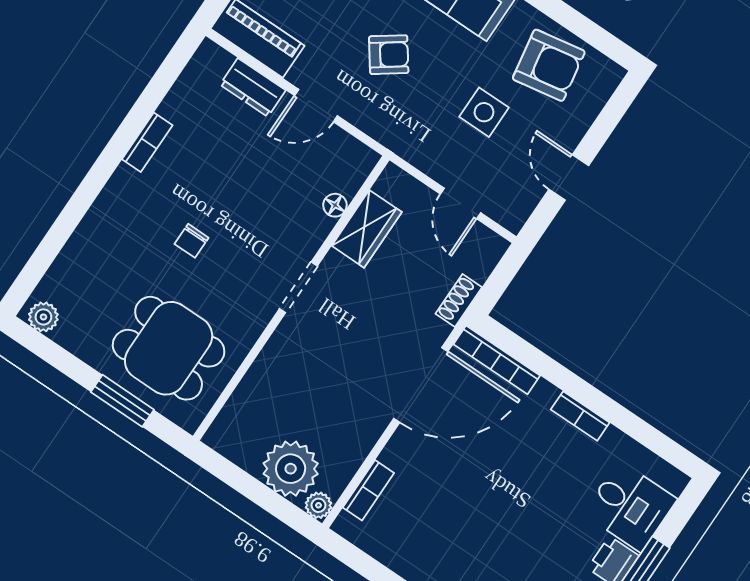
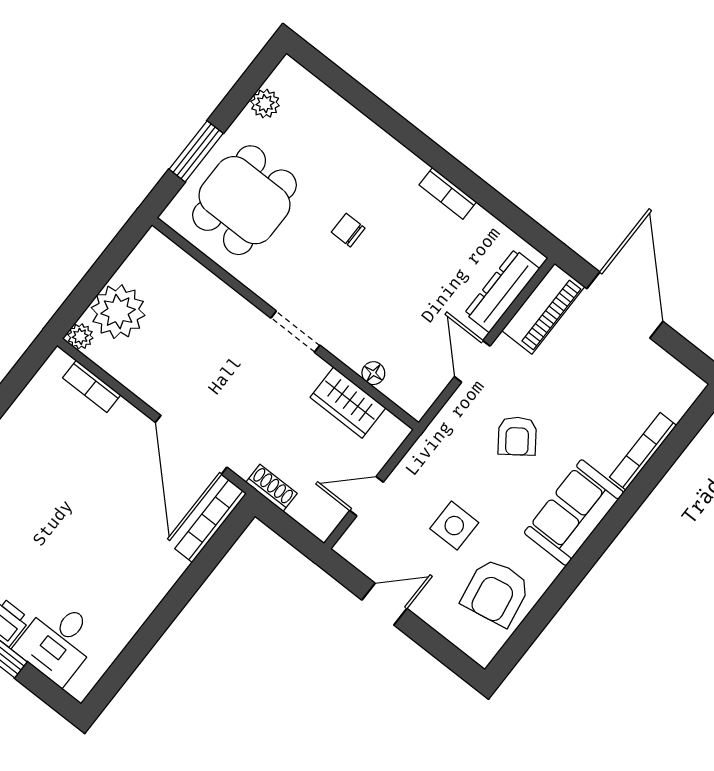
dresser: (253, 87) -> (502, 291), width x1.44
plant: (43, 317) -> (265, 104), moved
bookcase: (580, 416) -> (150, 599), removed

